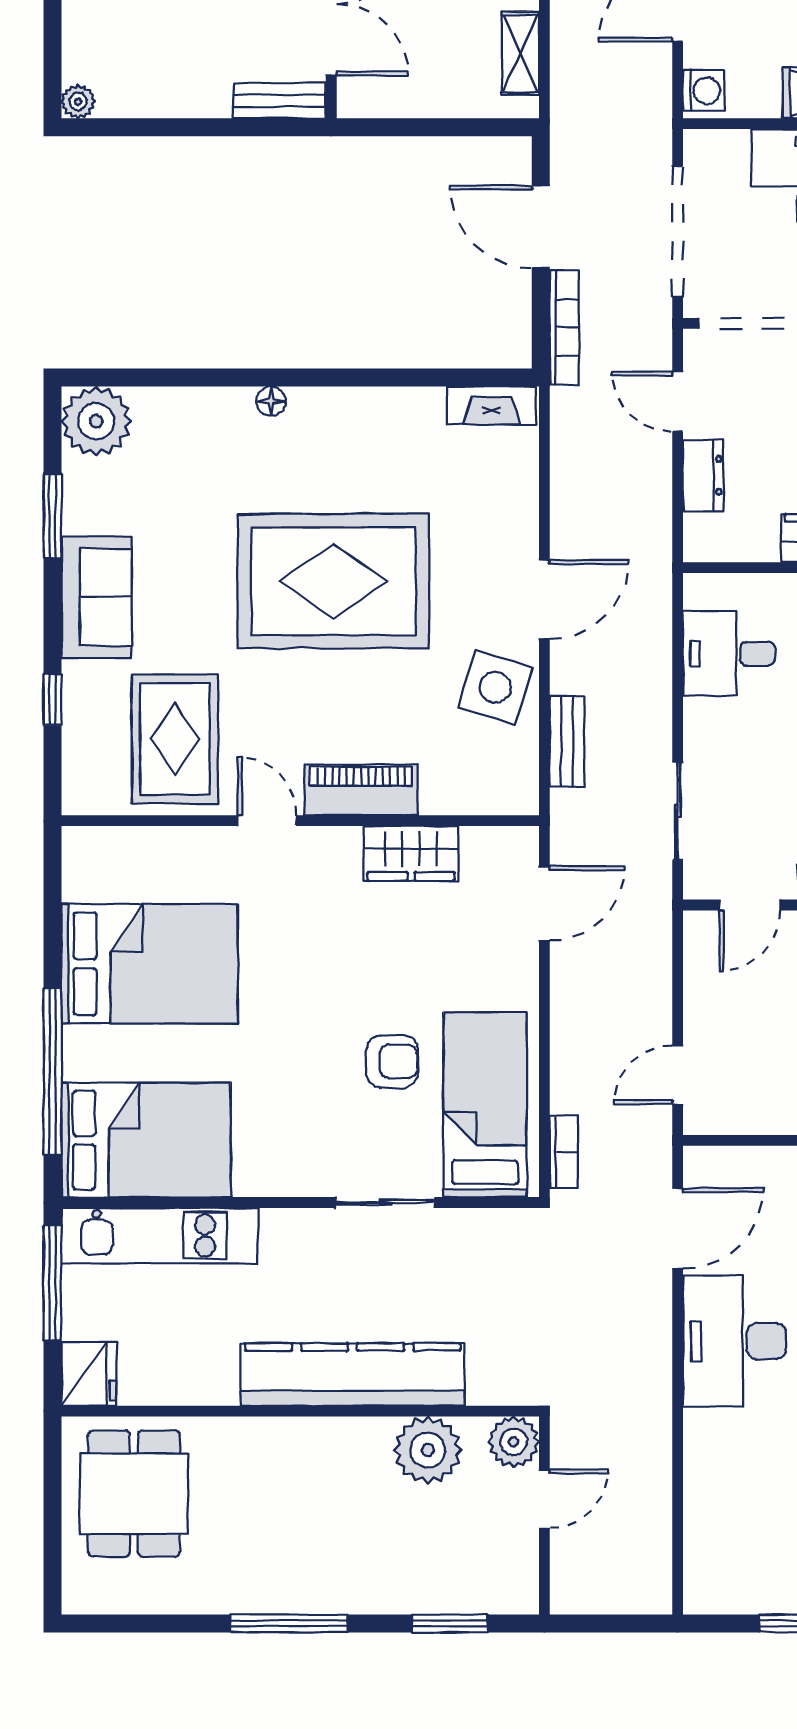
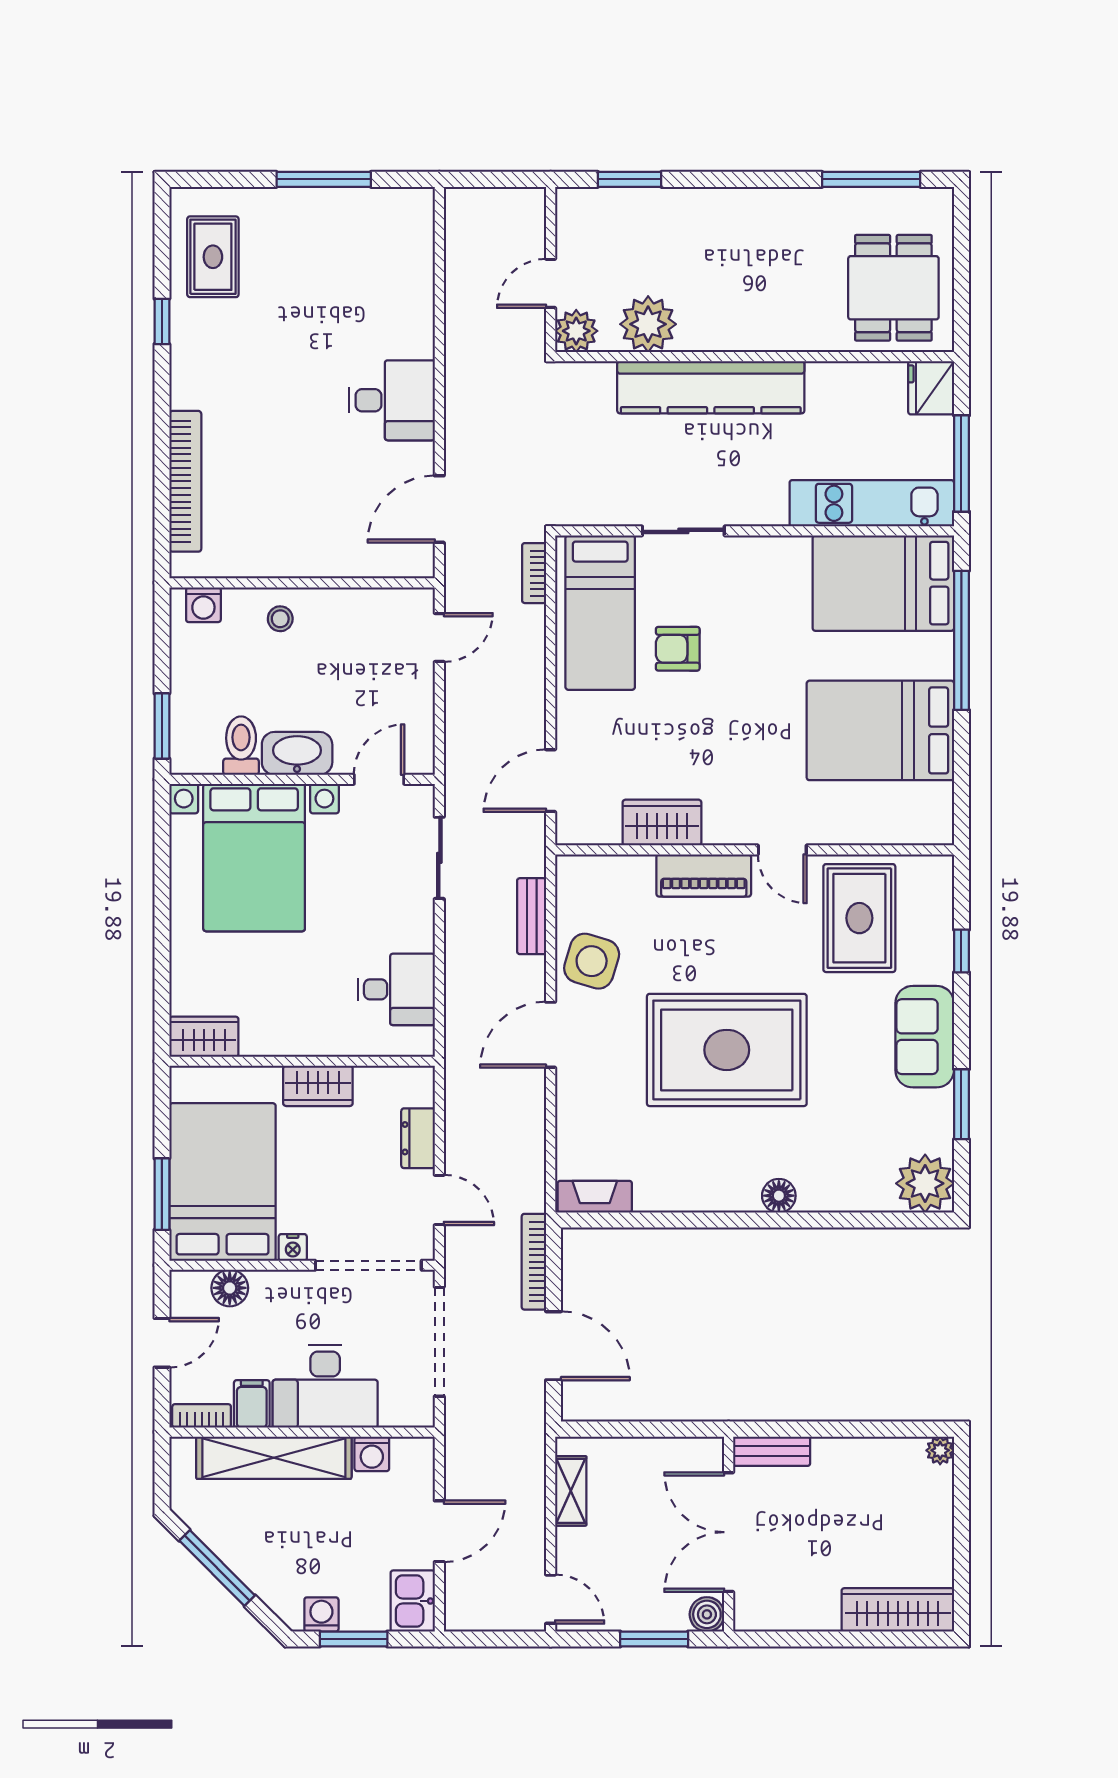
washing machine: (704, 91) -> (372, 1454), moved, turned -90
floor lamp: (271, 401) -> (779, 1196), width x1.37, depth x1.37
desk: (735, 1341) -> (392, 400), width x0.73
window: (289, 1623) -> (871, 179), moved

